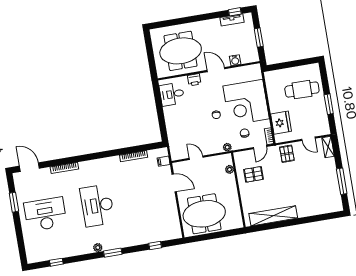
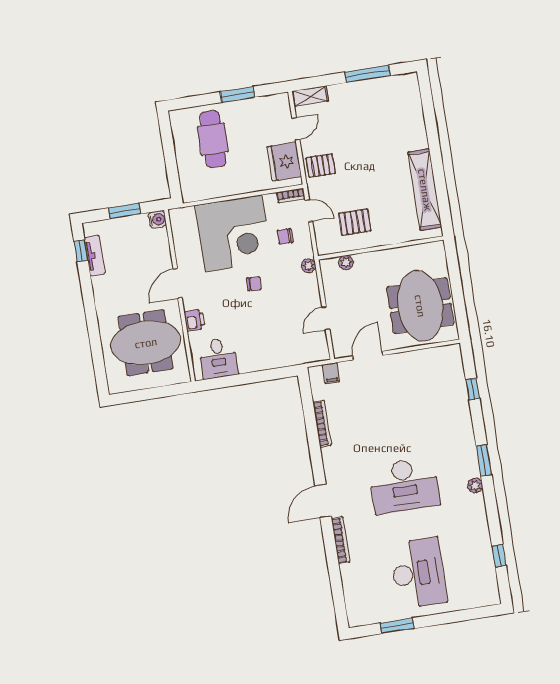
meeting table: (181, 51) -> (146, 343), turned 90
water cooler: (235, 60) -> (157, 219), moved
fridge: (281, 123) -> (284, 162), moved, turned -90
door: (29, 167) -> (323, 501), moved
pallet: (254, 174) -> (355, 222), turned 90
desk: (45, 214) -> (418, 573), turned 180

